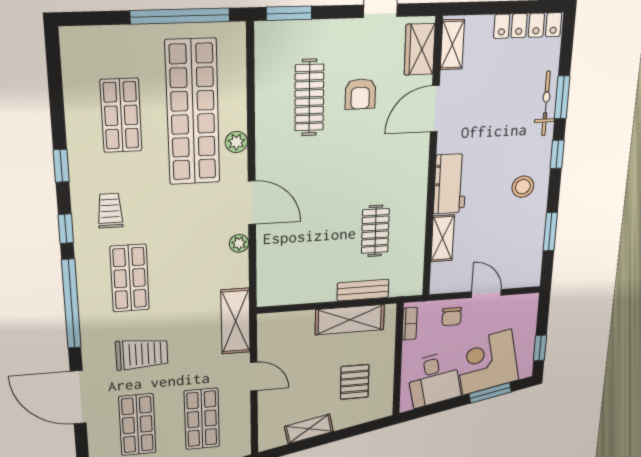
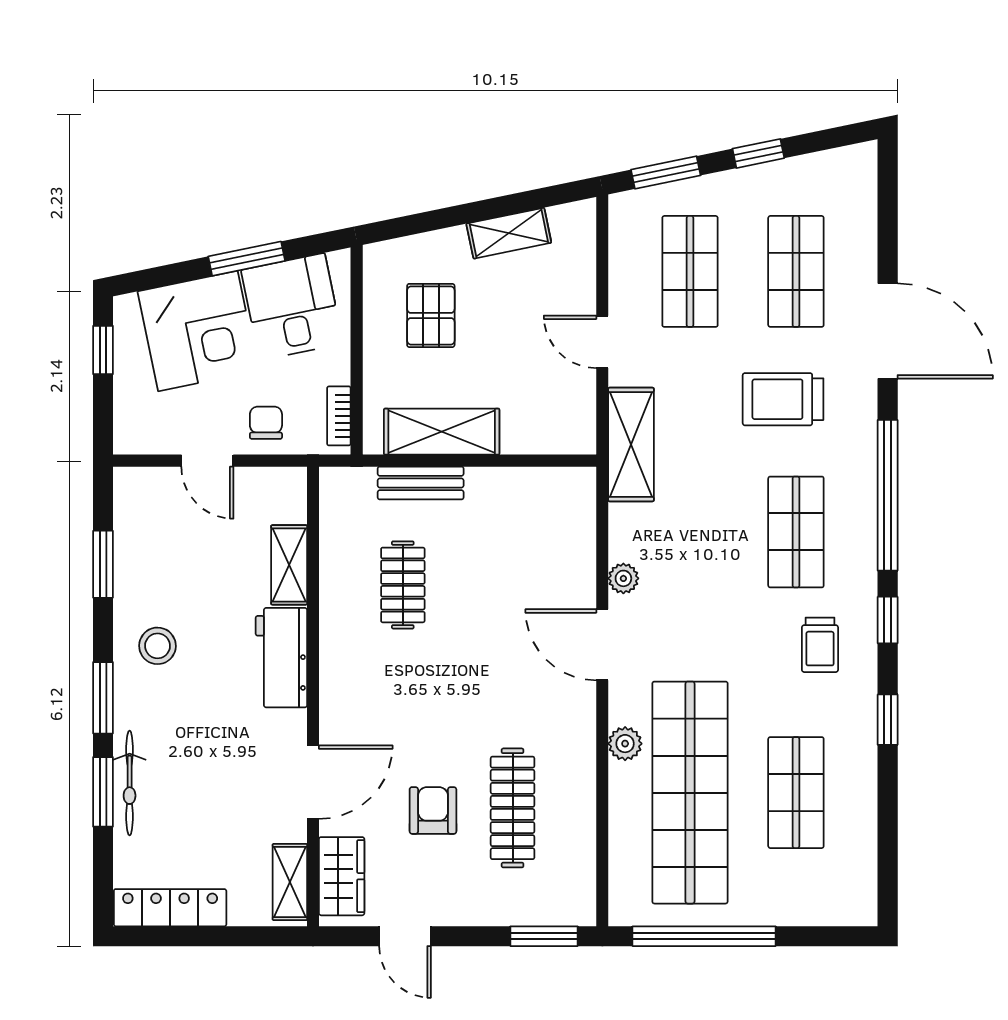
window: (557, 154) -> (103, 698), width x1.50
window: (490, 393) -> (247, 259), moved

